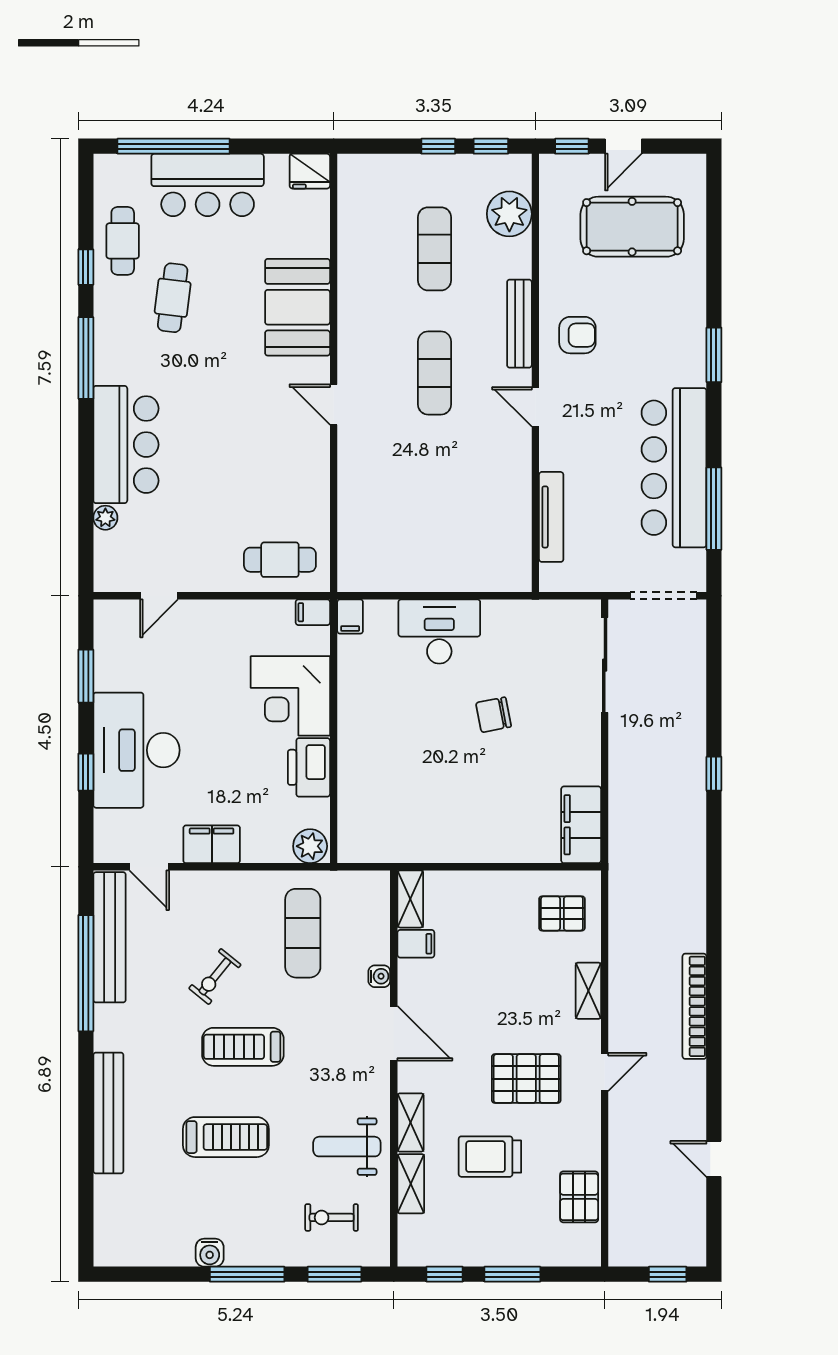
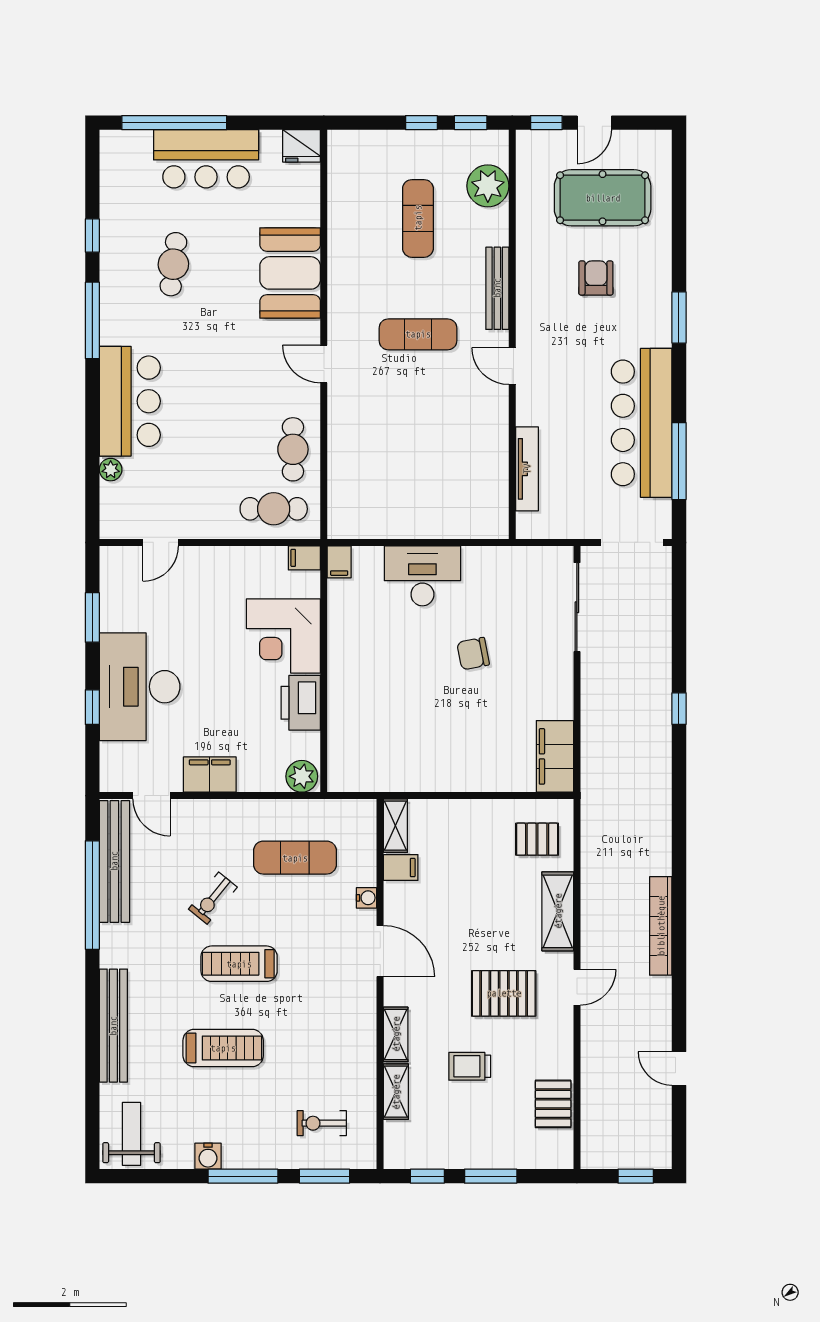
cafe table: (123, 241) -> (293, 449), moved
armchair: (577, 335) -> (596, 278), moved, turned -90
exercise mat: (434, 373) -> (418, 334), turned 90
exercise mat: (303, 933) -> (295, 858), turned 90
shelving: (588, 991) -> (558, 911), width x1.50, depth x1.33
weight bench: (347, 1147) -> (131, 1134), moved, turned 90
trolley: (490, 1157) -> (470, 1066), width x0.73, depth x0.72

